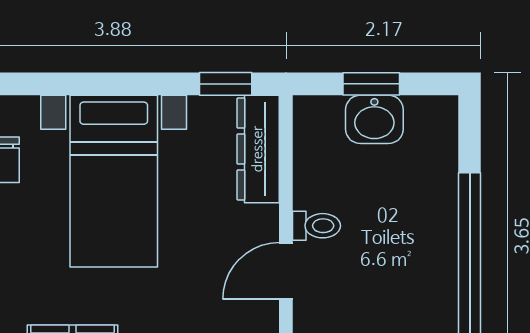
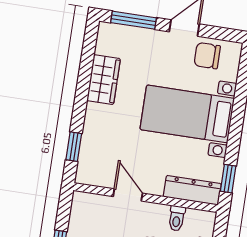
toilet: (316, 226) -> (177, 218), moved

